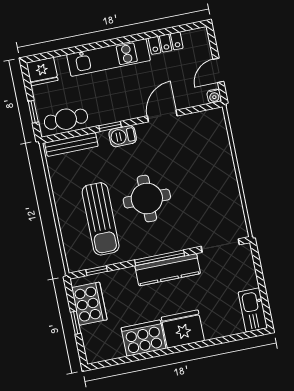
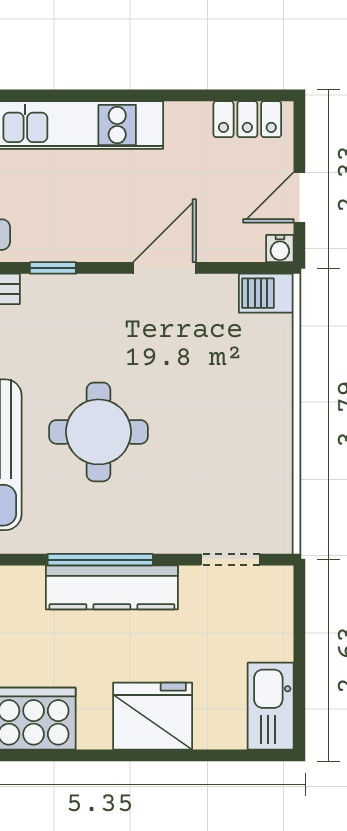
locker: (166, 43) -> (247, 119), moved
barbecue: (123, 136) -> (266, 293), moved
doorway: (220, 246) -> (230, 560), width x0.73
fridge: (183, 329) -> (153, 716), moved

